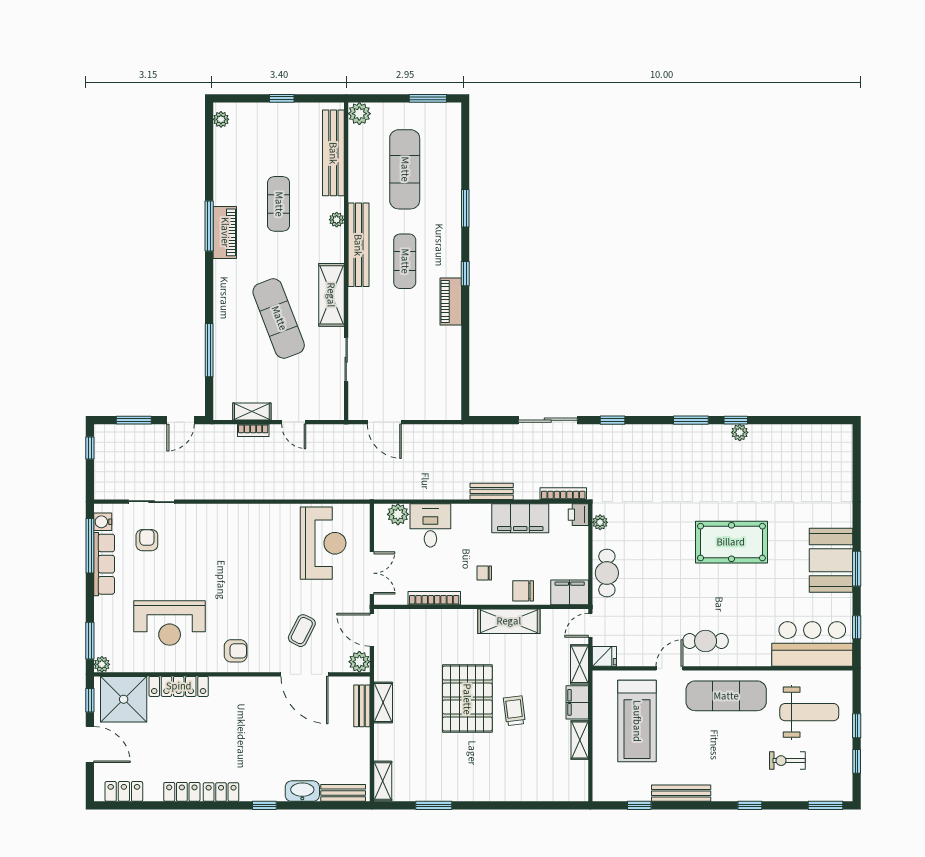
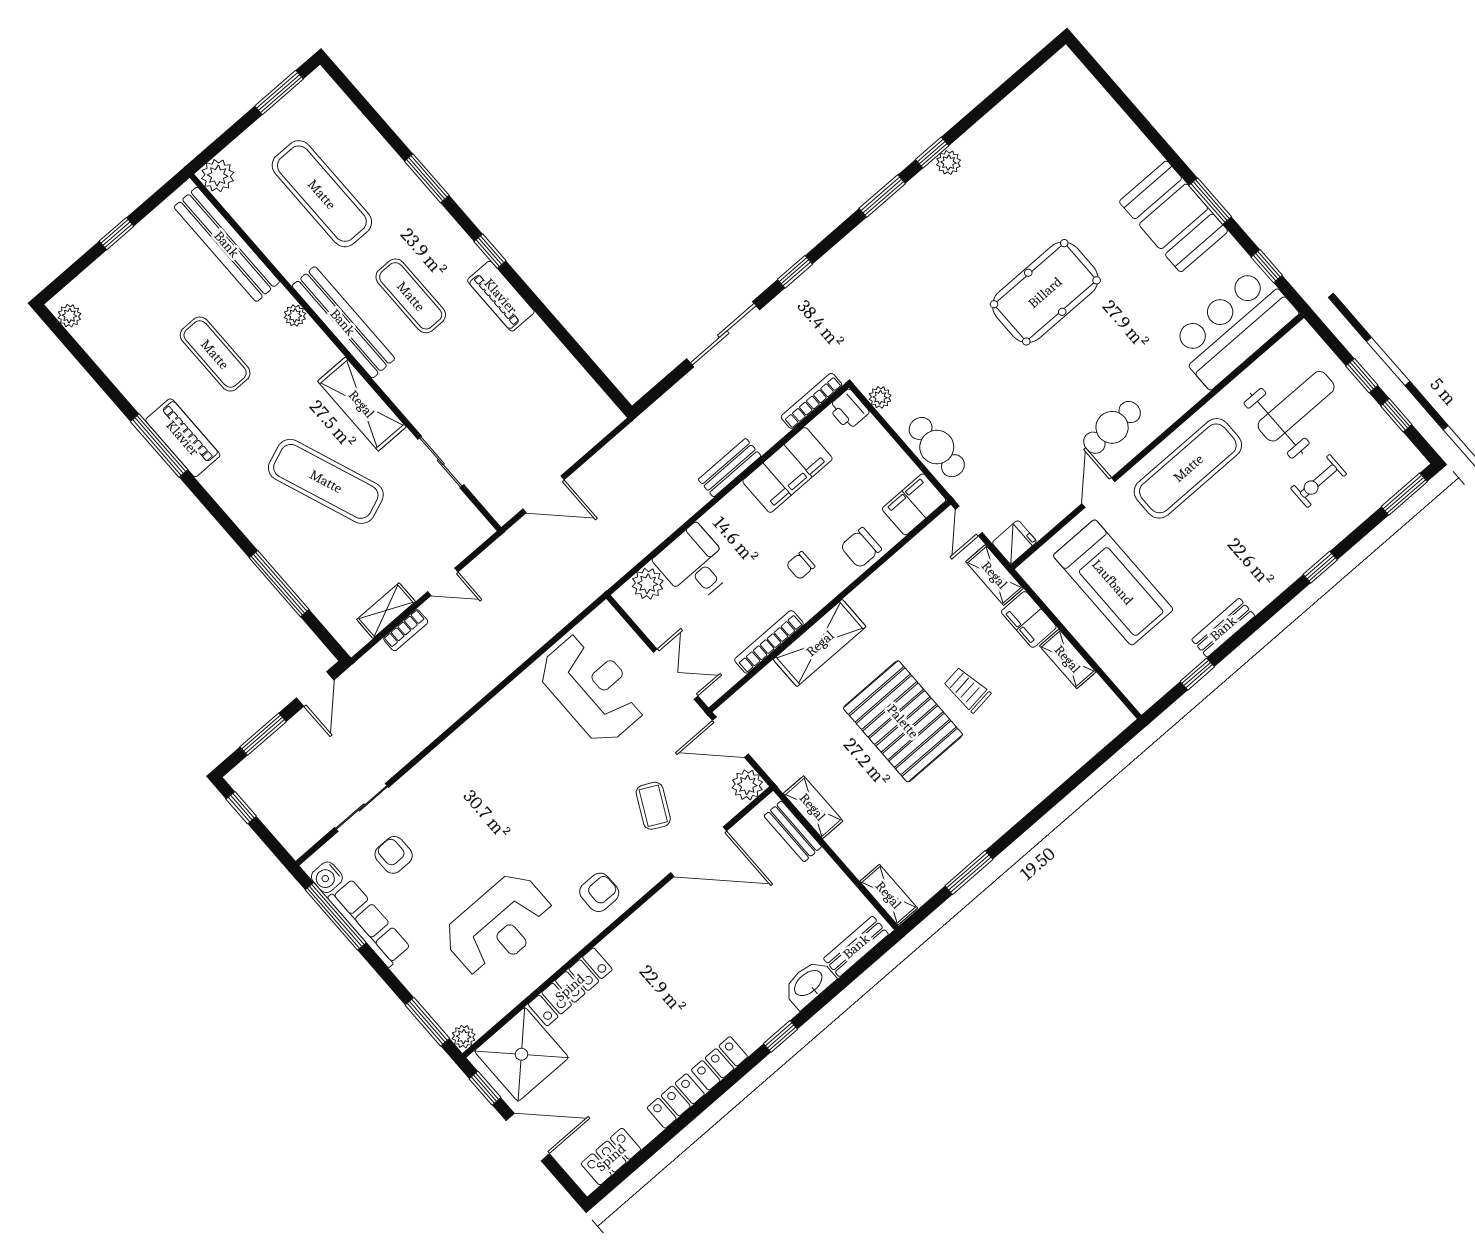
shelving: (509, 621) -> (820, 643), moved
bench: (681, 793) -> (1223, 628), width x0.73

